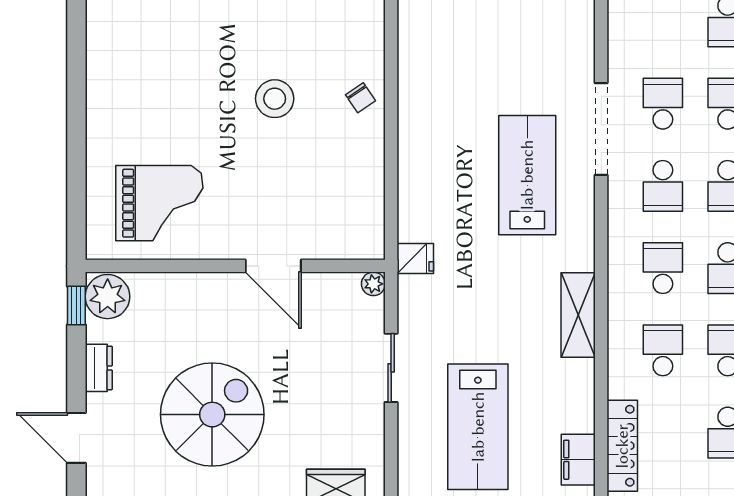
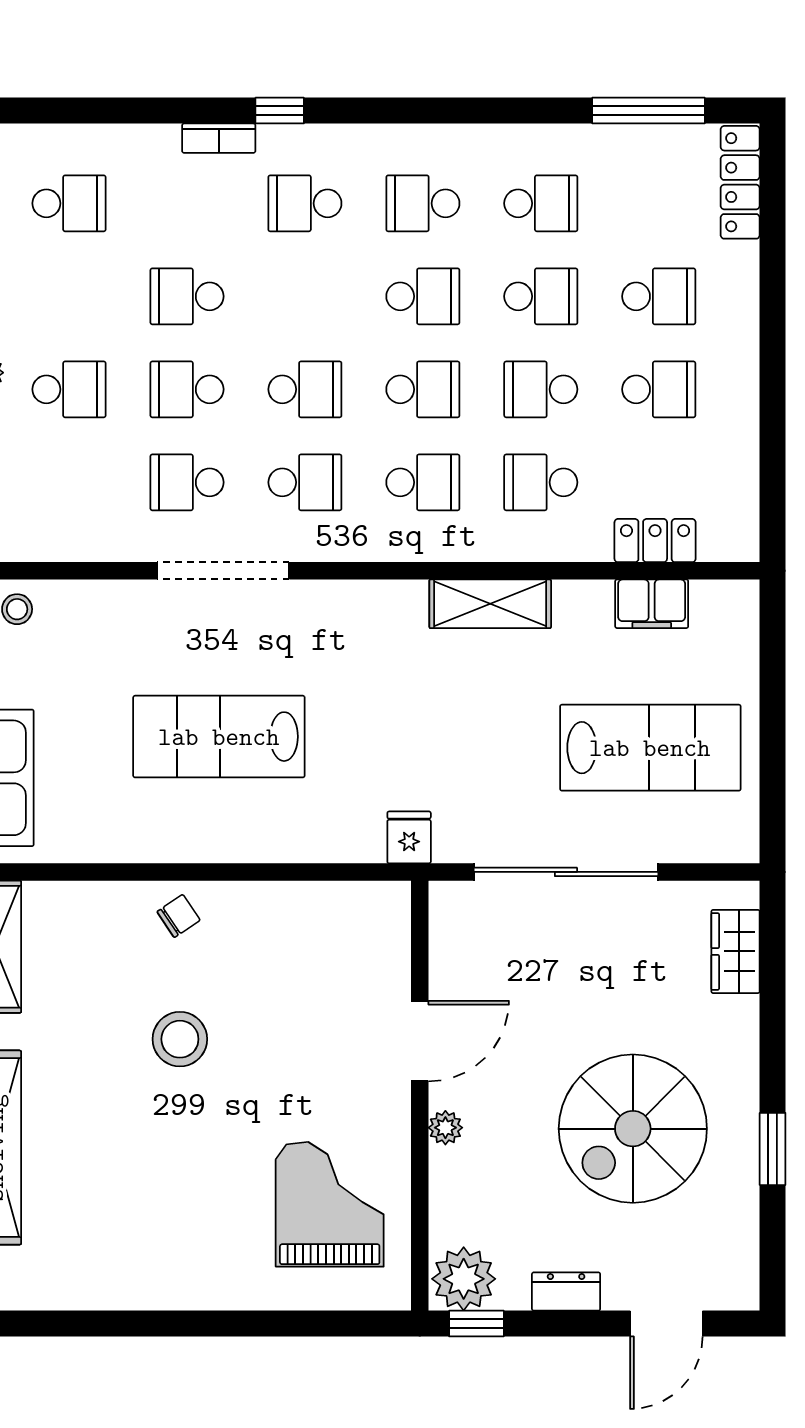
lab bench: (527, 175) -> (219, 737), moved
school desk: (663, 268) -> (423, 482), turned 180
plant: (373, 284) -> (445, 1128), moved
sliding door: (391, 368) -> (566, 872), width x1.86
spiral stairs: (212, 415) -> (633, 1129), turned -90
locker: (622, 446) -> (655, 541), width x0.66
filing cabinet: (578, 460) -> (652, 604), moved

